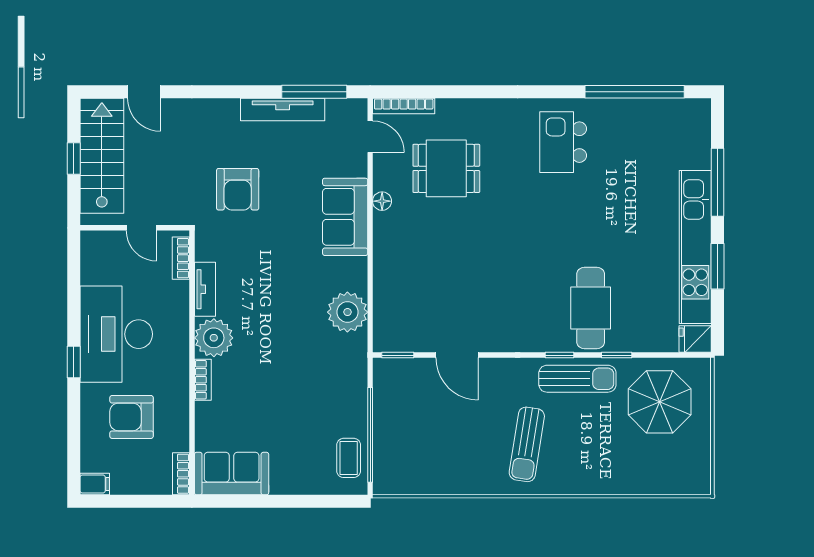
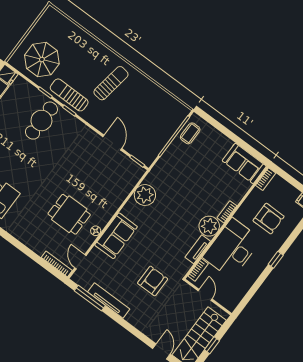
dining table: (446, 168) -> (69, 214), moved
desk: (116, 334) -> (232, 248), moved, turned 180

